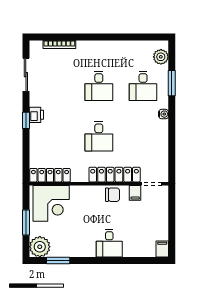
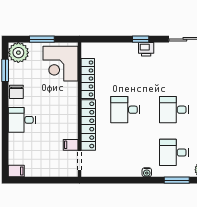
locker: (50, 175) -> (88, 79), moved
chair: (113, 195) -> (16, 92), moved

